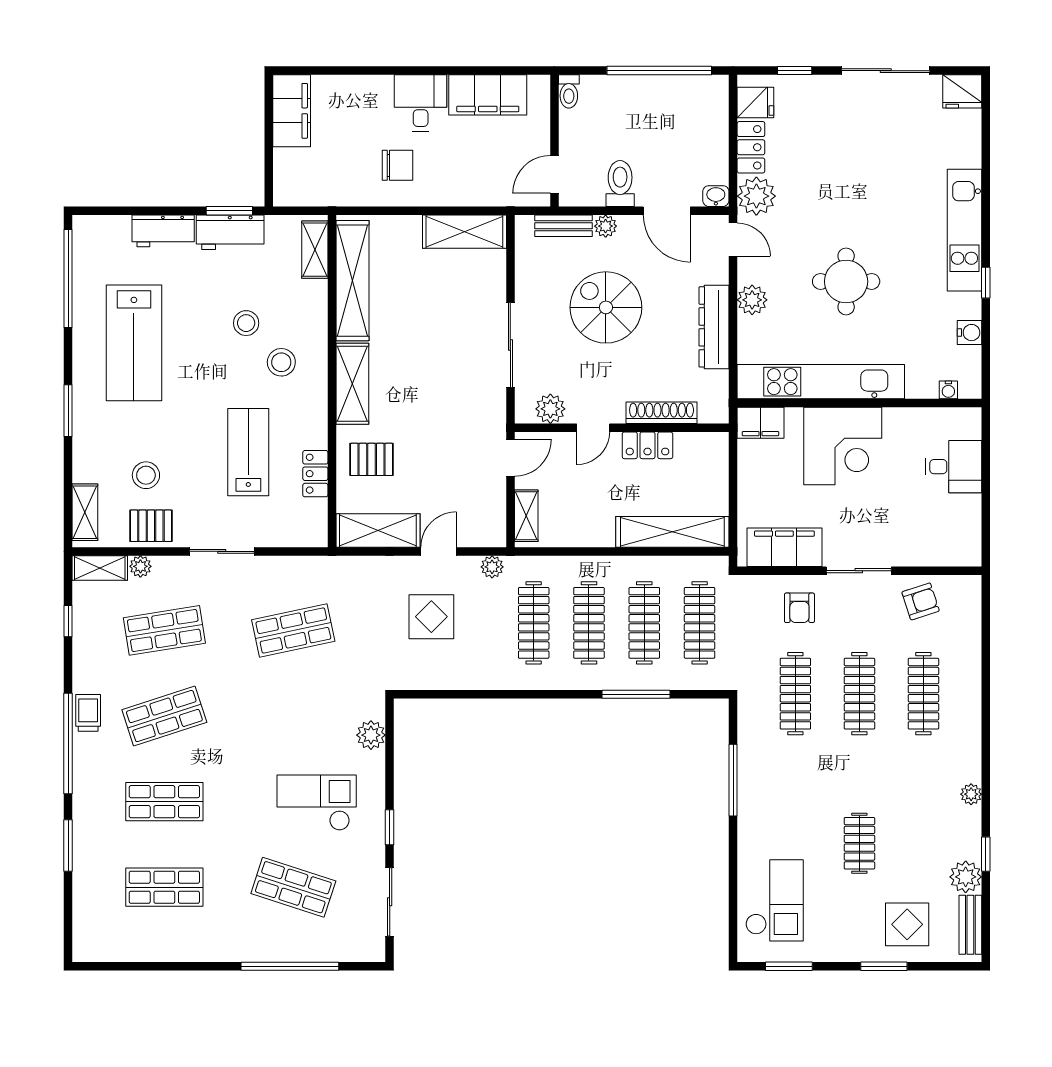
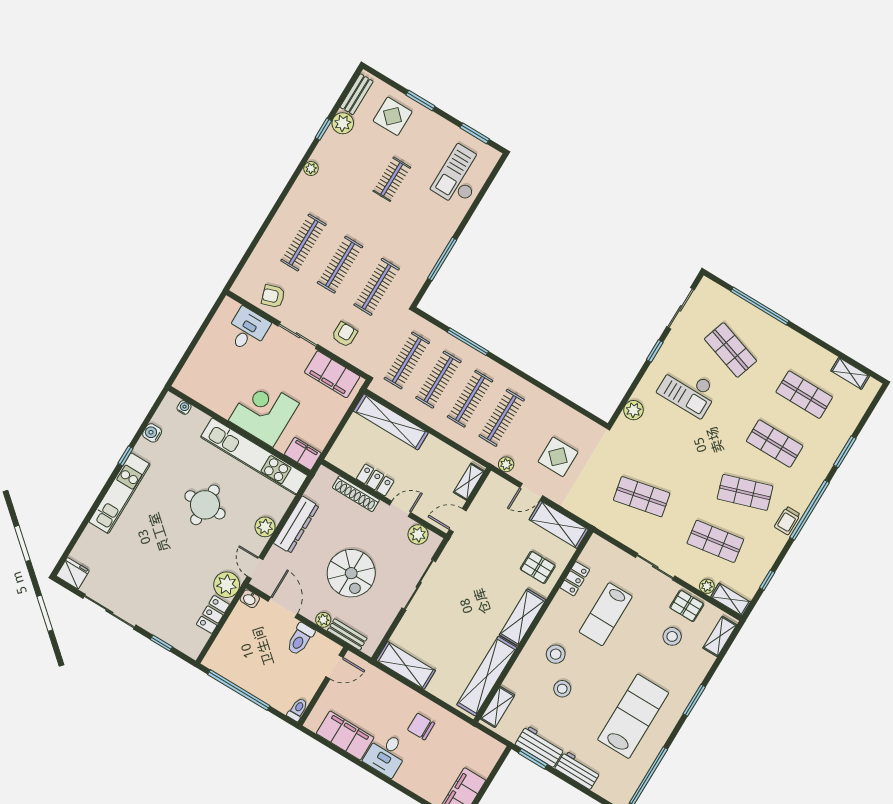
fridge: (755, 103) -> (195, 639), removed
desk: (953, 467) -> (247, 330), moved, turned 90
shelving: (122, 950) -> (850, 373), added

